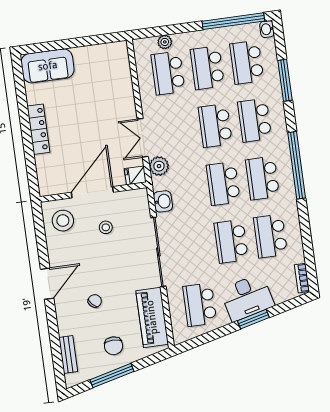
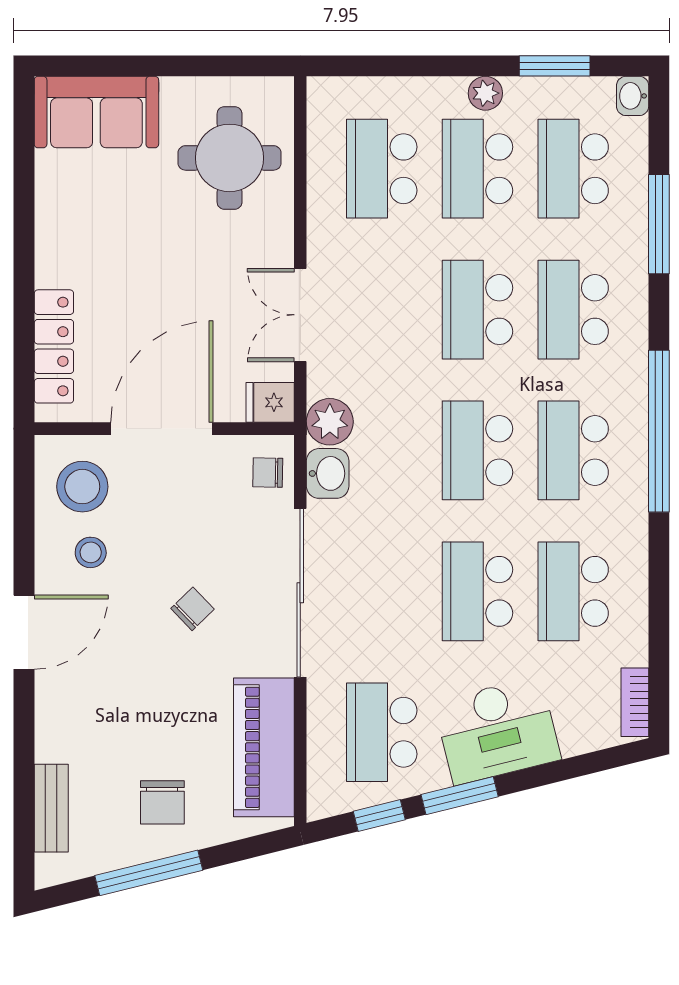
window: (233, 21) -> (555, 66), width x0.47
plant: (165, 42) -> (485, 93), moved
round table: (105, 77) -> (230, 158), added
locker: (38, 129) -> (54, 346), moved
plant: (159, 166) -> (330, 422), moved
chair: (138, 204) -> (268, 473), added
stool: (106, 227) -> (91, 552), moved
chair: (95, 301) -> (192, 609), moved
window: (253, 319) -> (460, 796), moved
window: (203, 339) -> (379, 816), added

